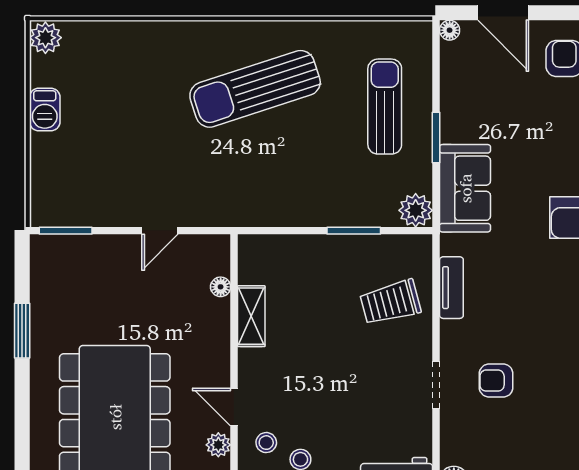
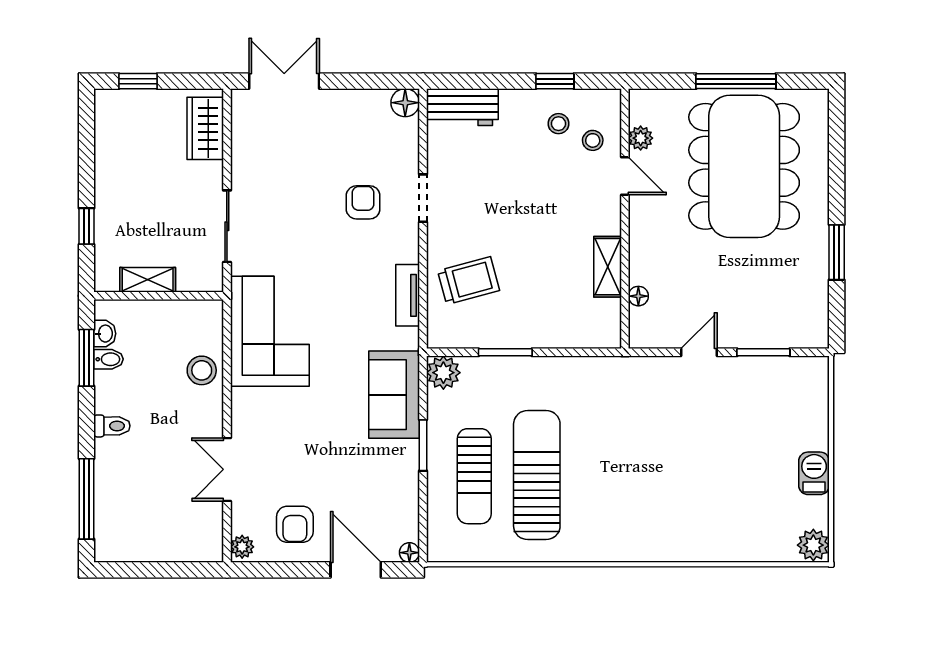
sun lounger: (255, 89) -> (537, 475), moved, turned -72
window: (66, 231) -> (763, 352), moved
armchair: (496, 381) -> (363, 202), turned -90

